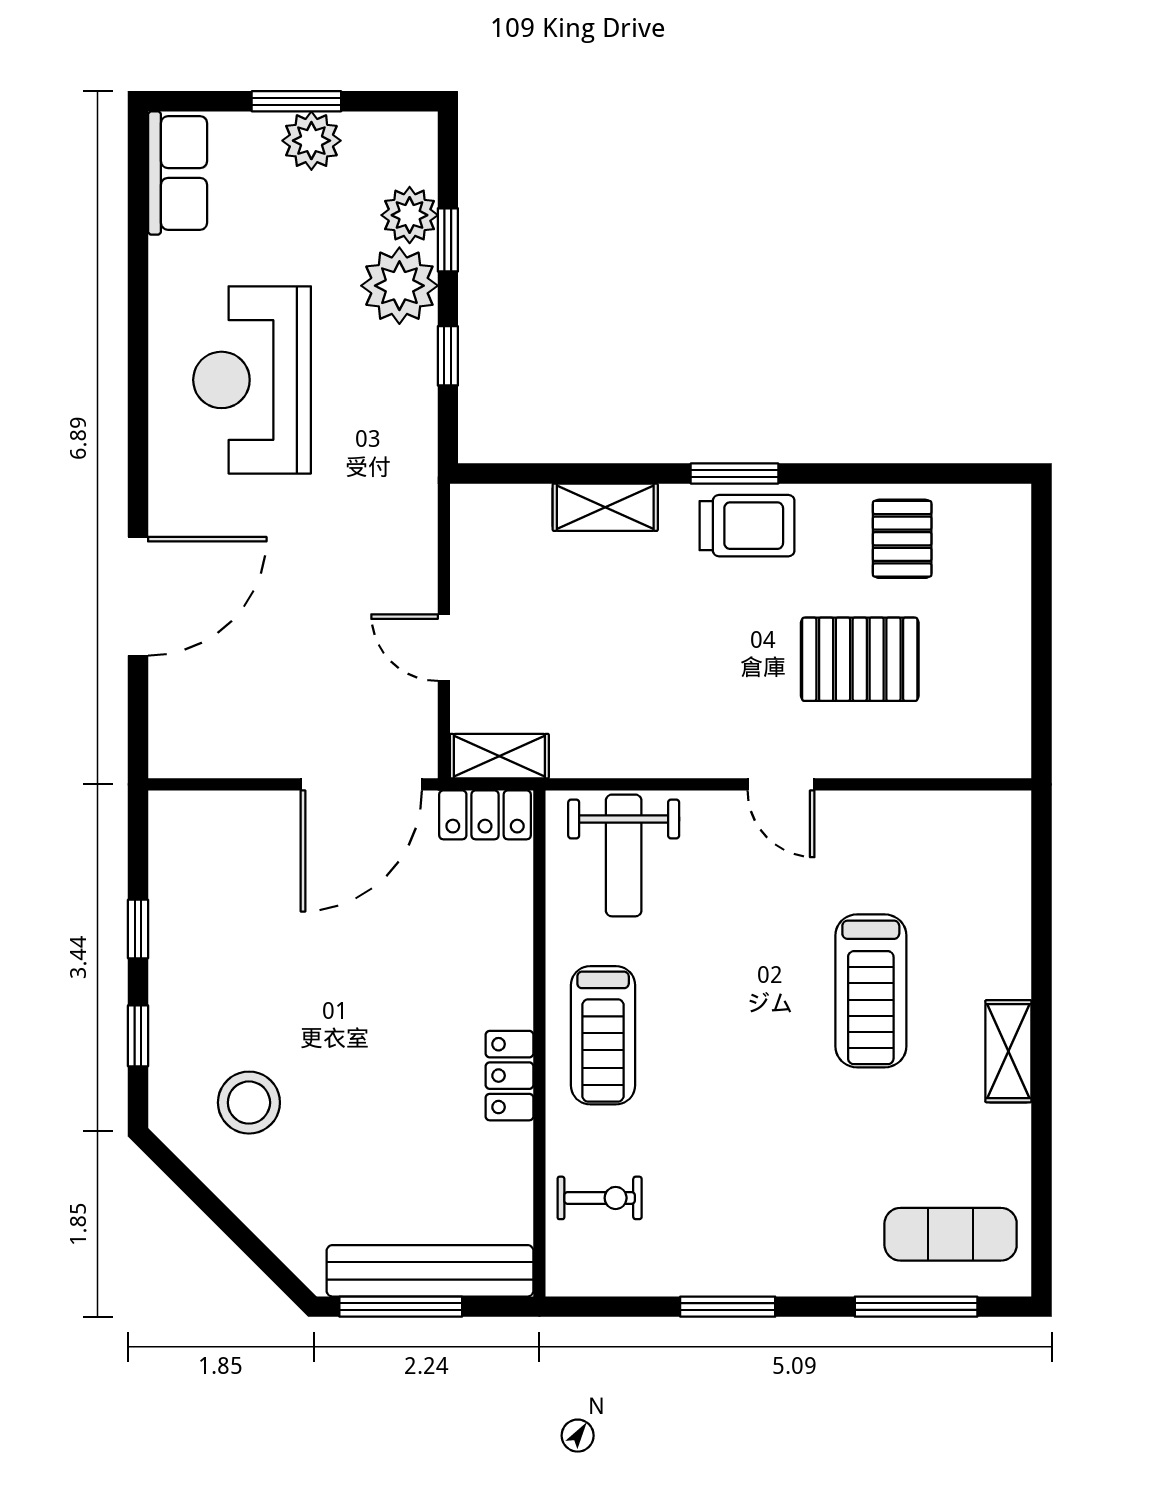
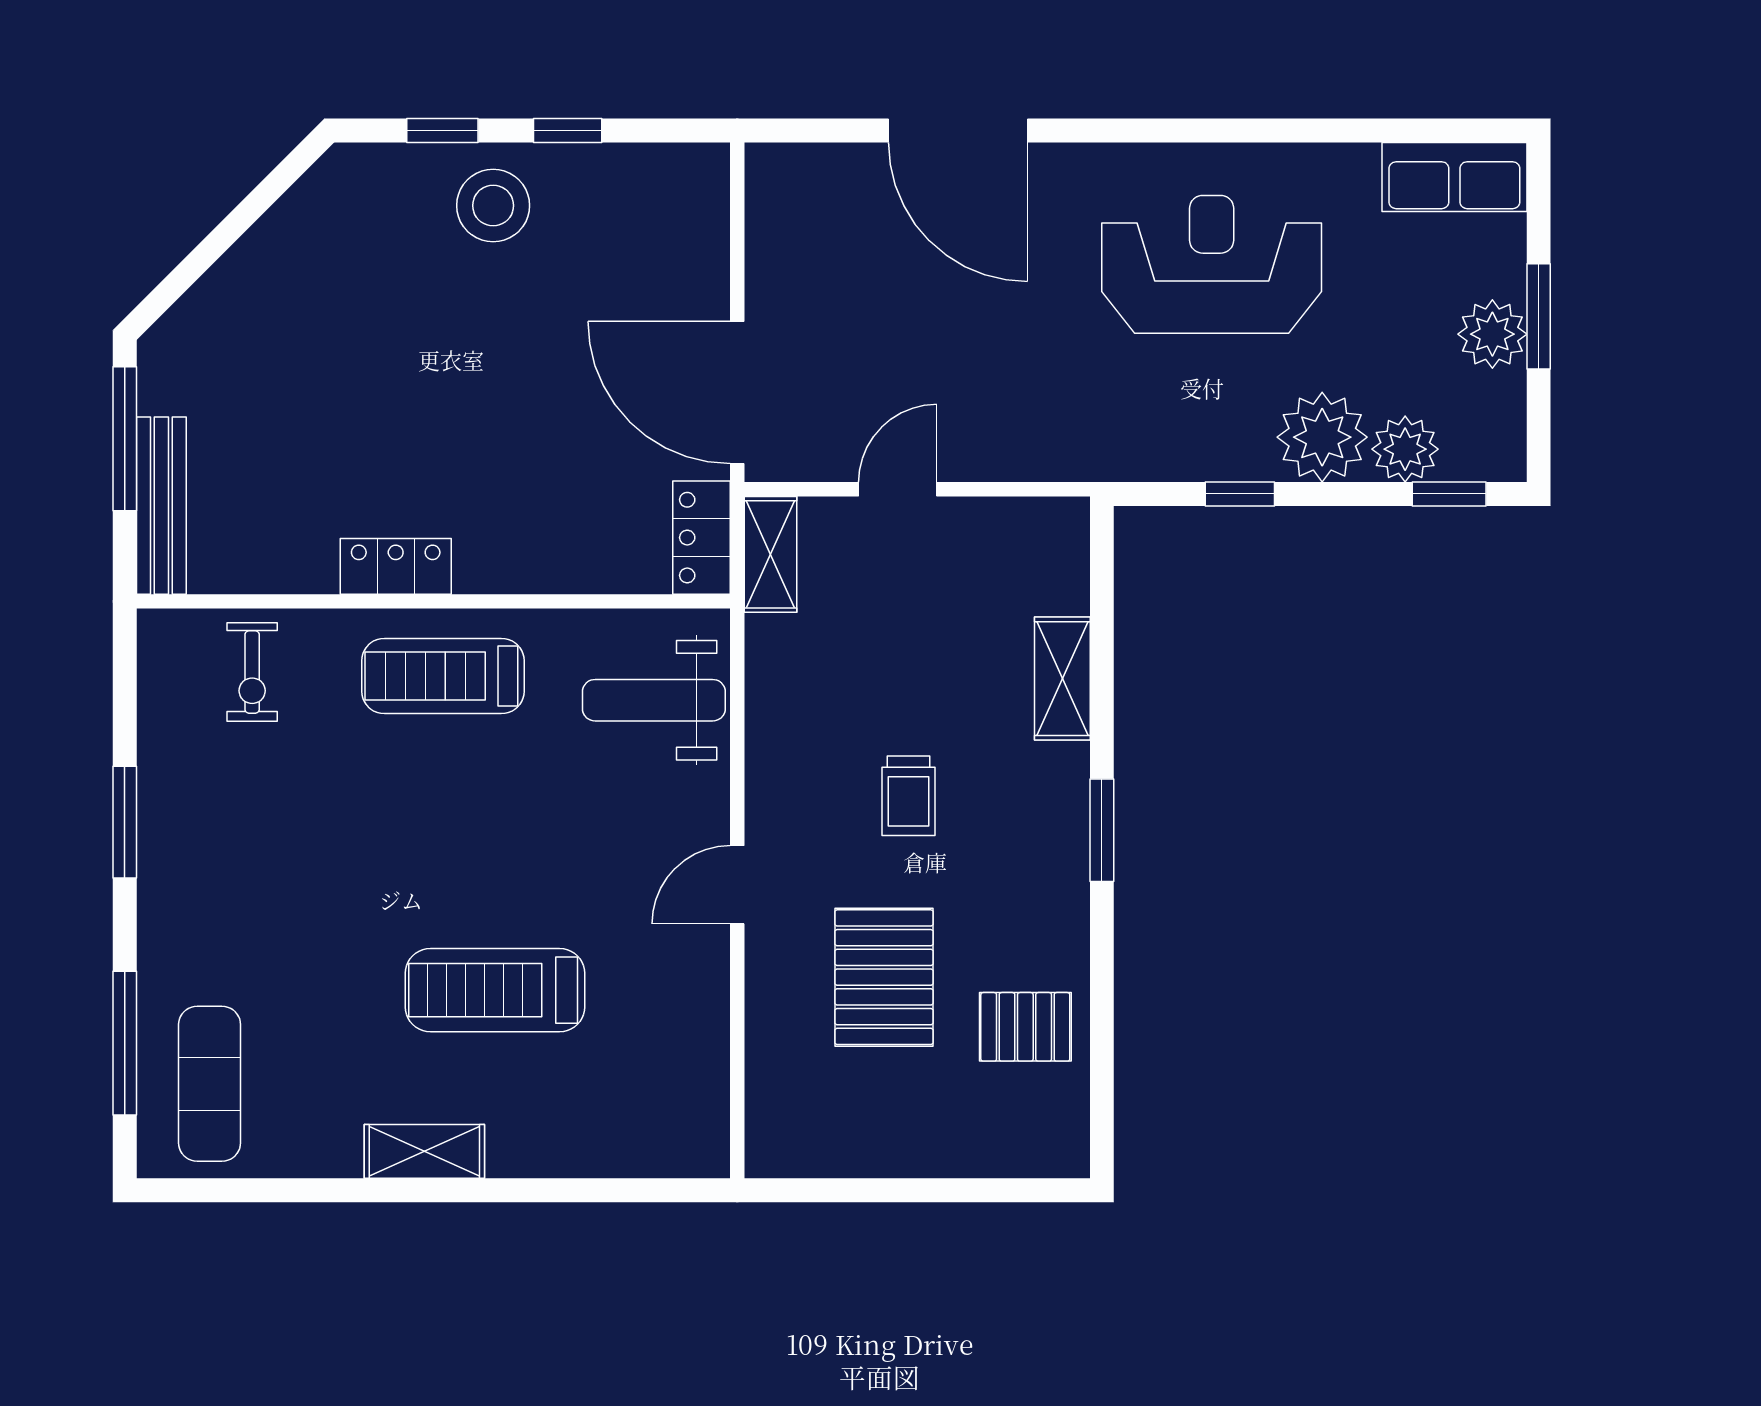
window: (448, 240) -> (1449, 494), moved
trolley: (747, 526) -> (908, 796), moved, width x0.73, depth x0.72
stool: (249, 1103) -> (493, 206), moved
bench: (430, 1271) -> (161, 506), width x0.73, depth x0.82

